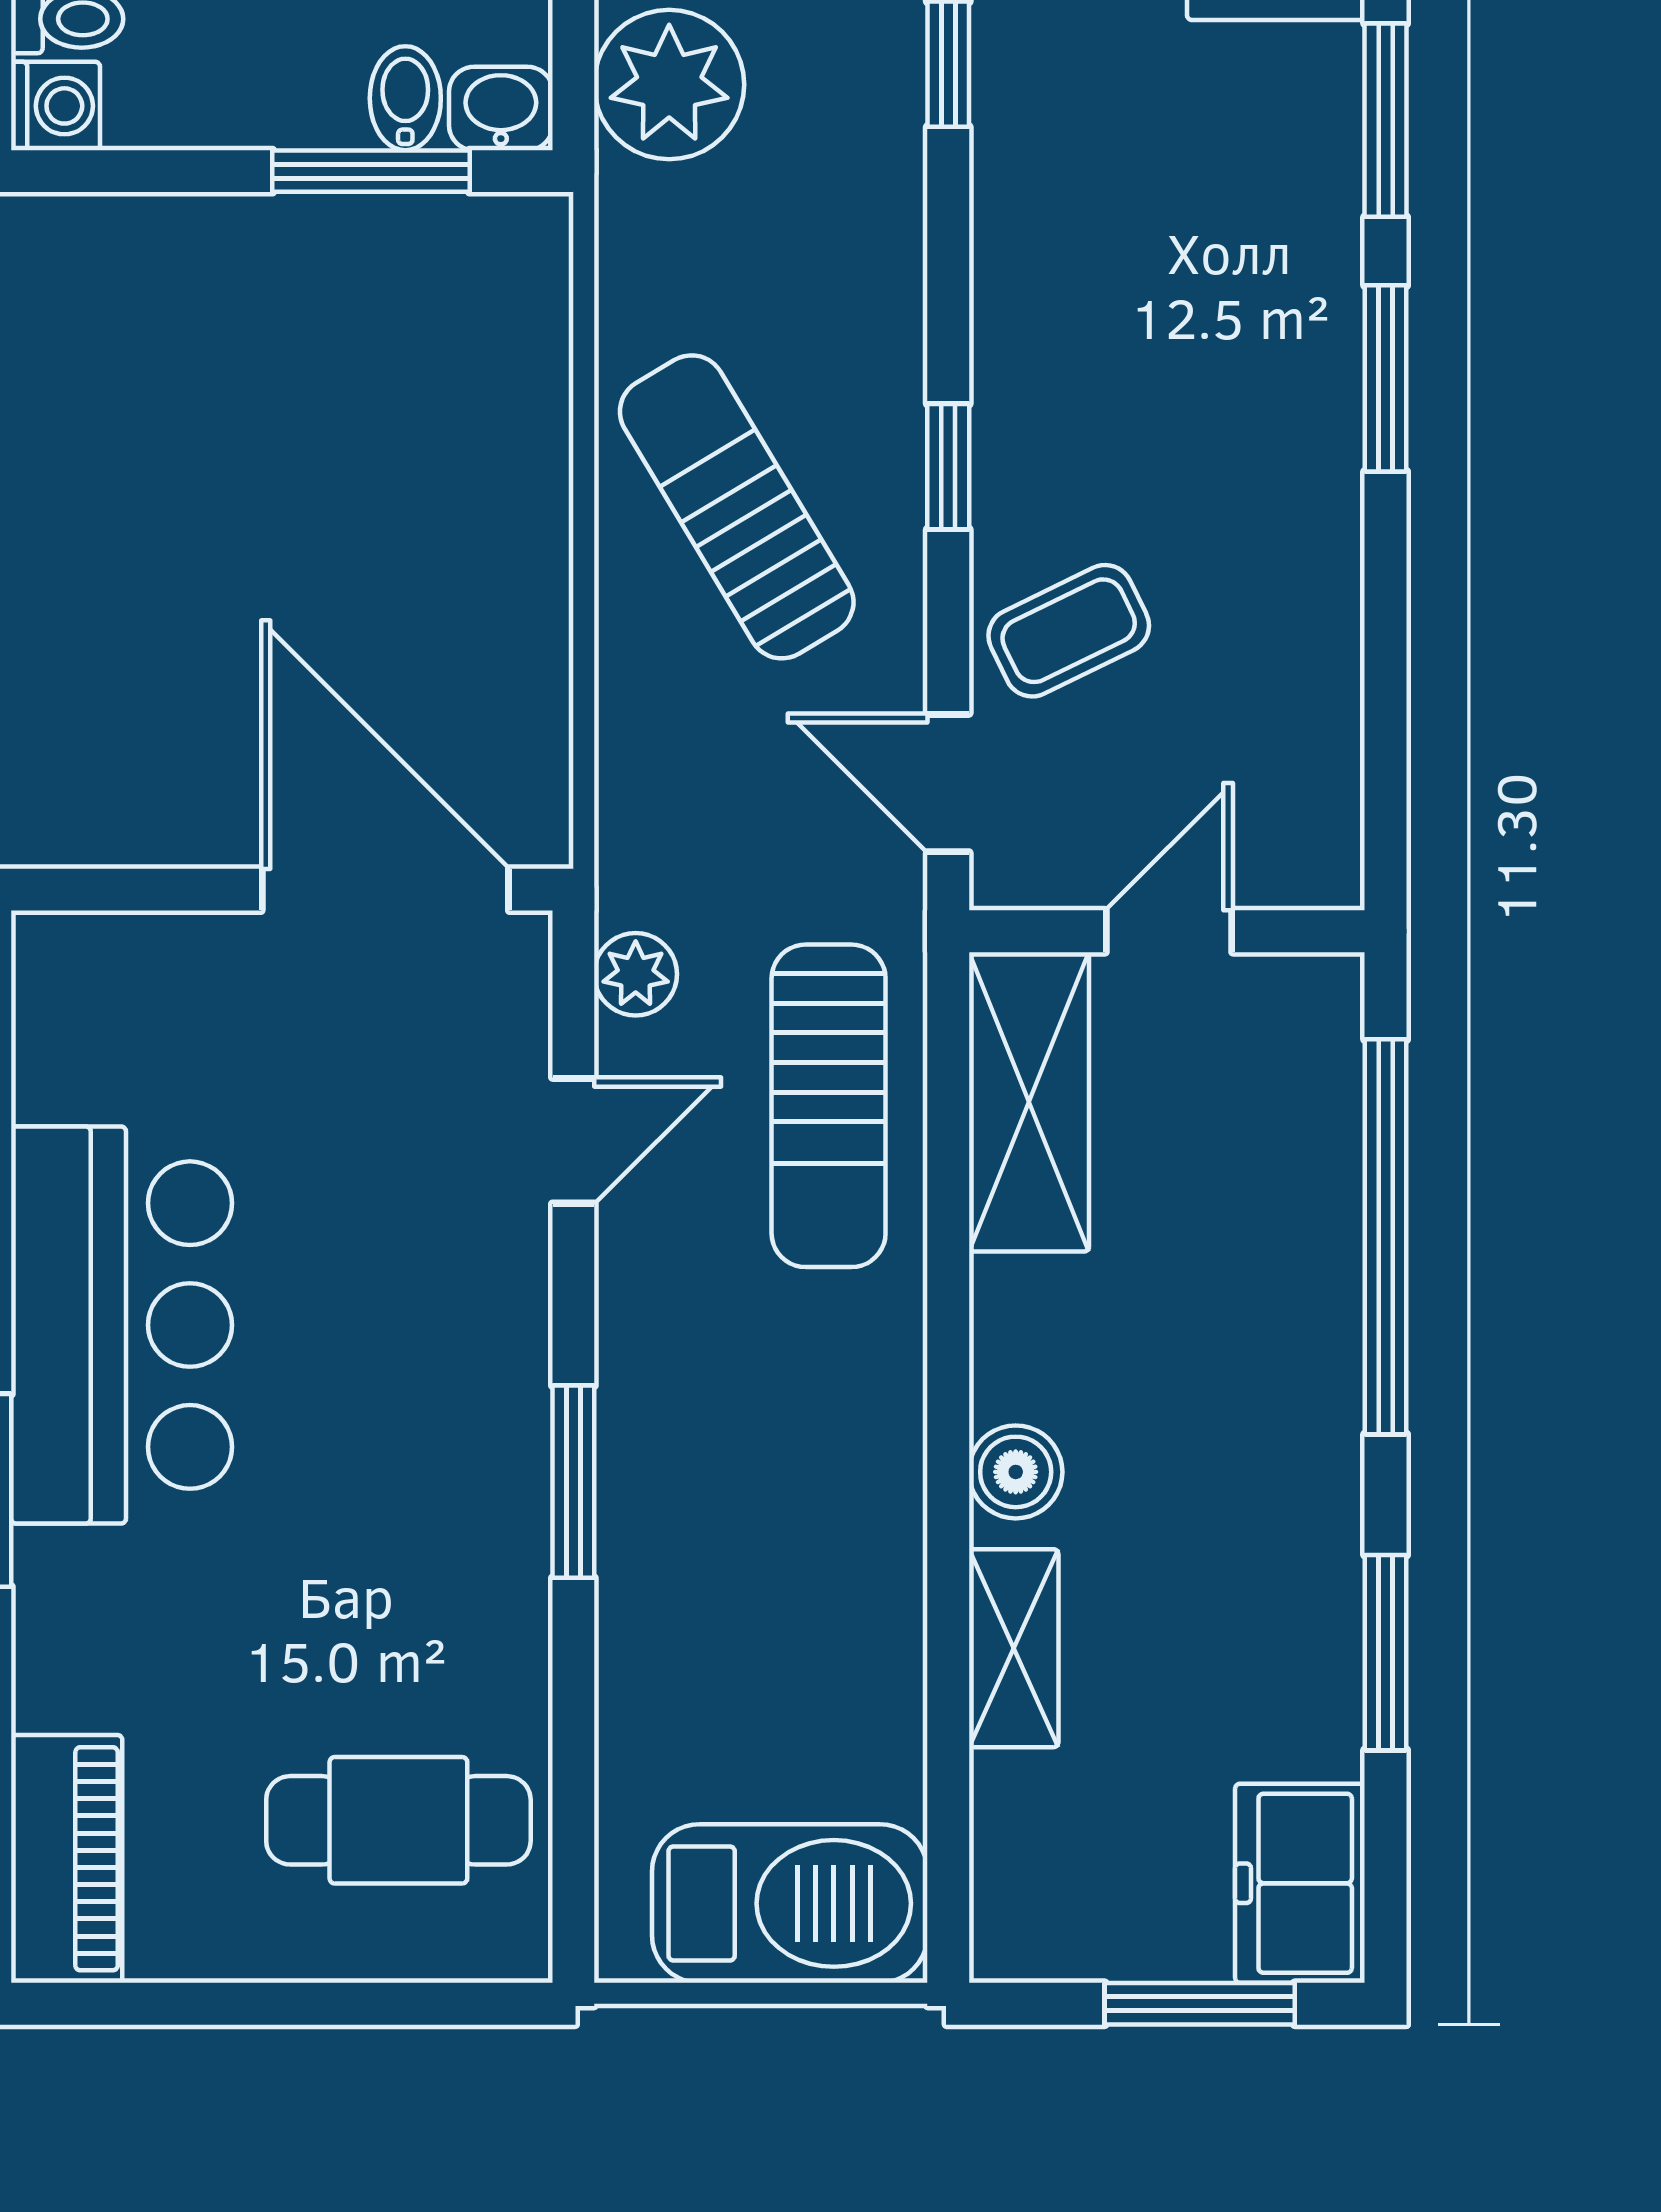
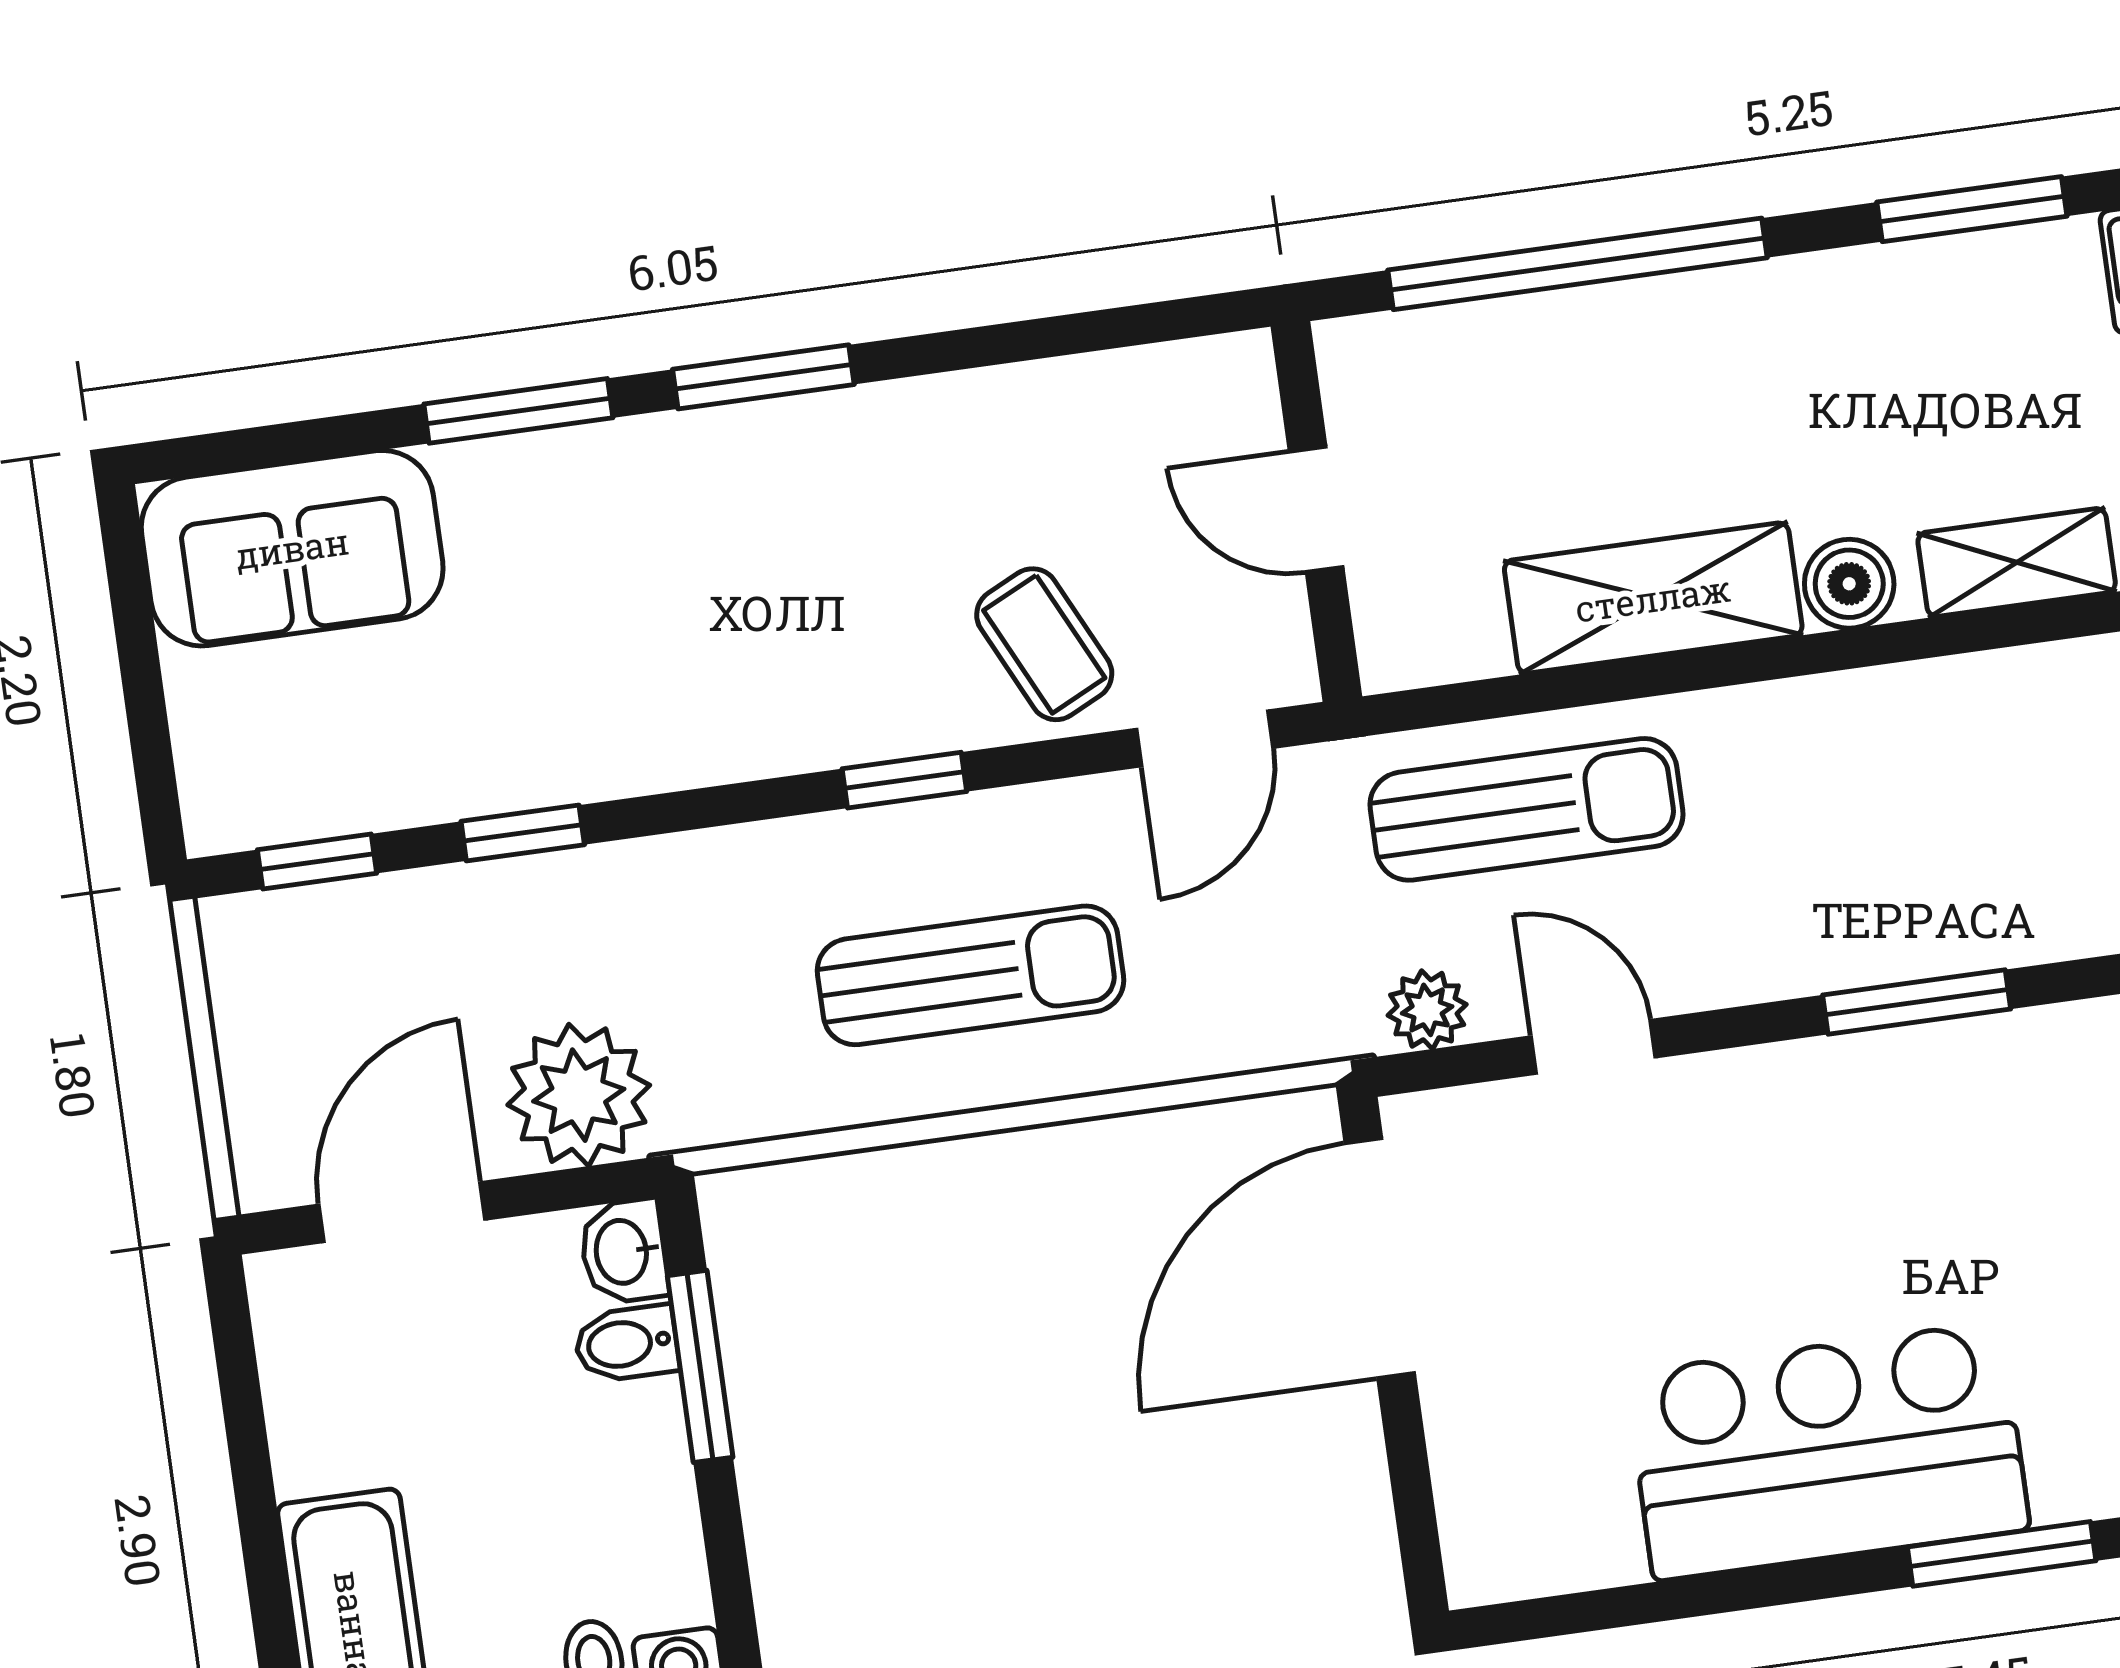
sun lounger: (737, 507) -> (970, 975), turned -149
shelving: (1029, 1102) -> (1653, 598), moved

